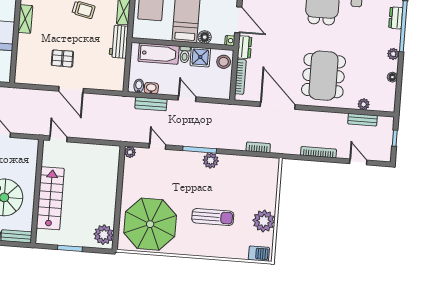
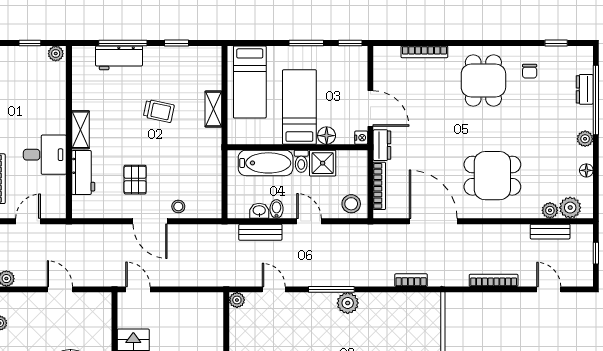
workbench: (119, 42) -> (83, 172), moved, turned 180
pallet: (62, 58) -> (135, 180), turned 90
stool: (224, 62) -> (351, 204), moved
dining table: (323, 76) -> (492, 176), width x0.73
stool: (92, 81) -> (178, 207), added
bidet: (139, 86) -> (277, 209), moved
plant: (379, 103) -> (570, 208), added

